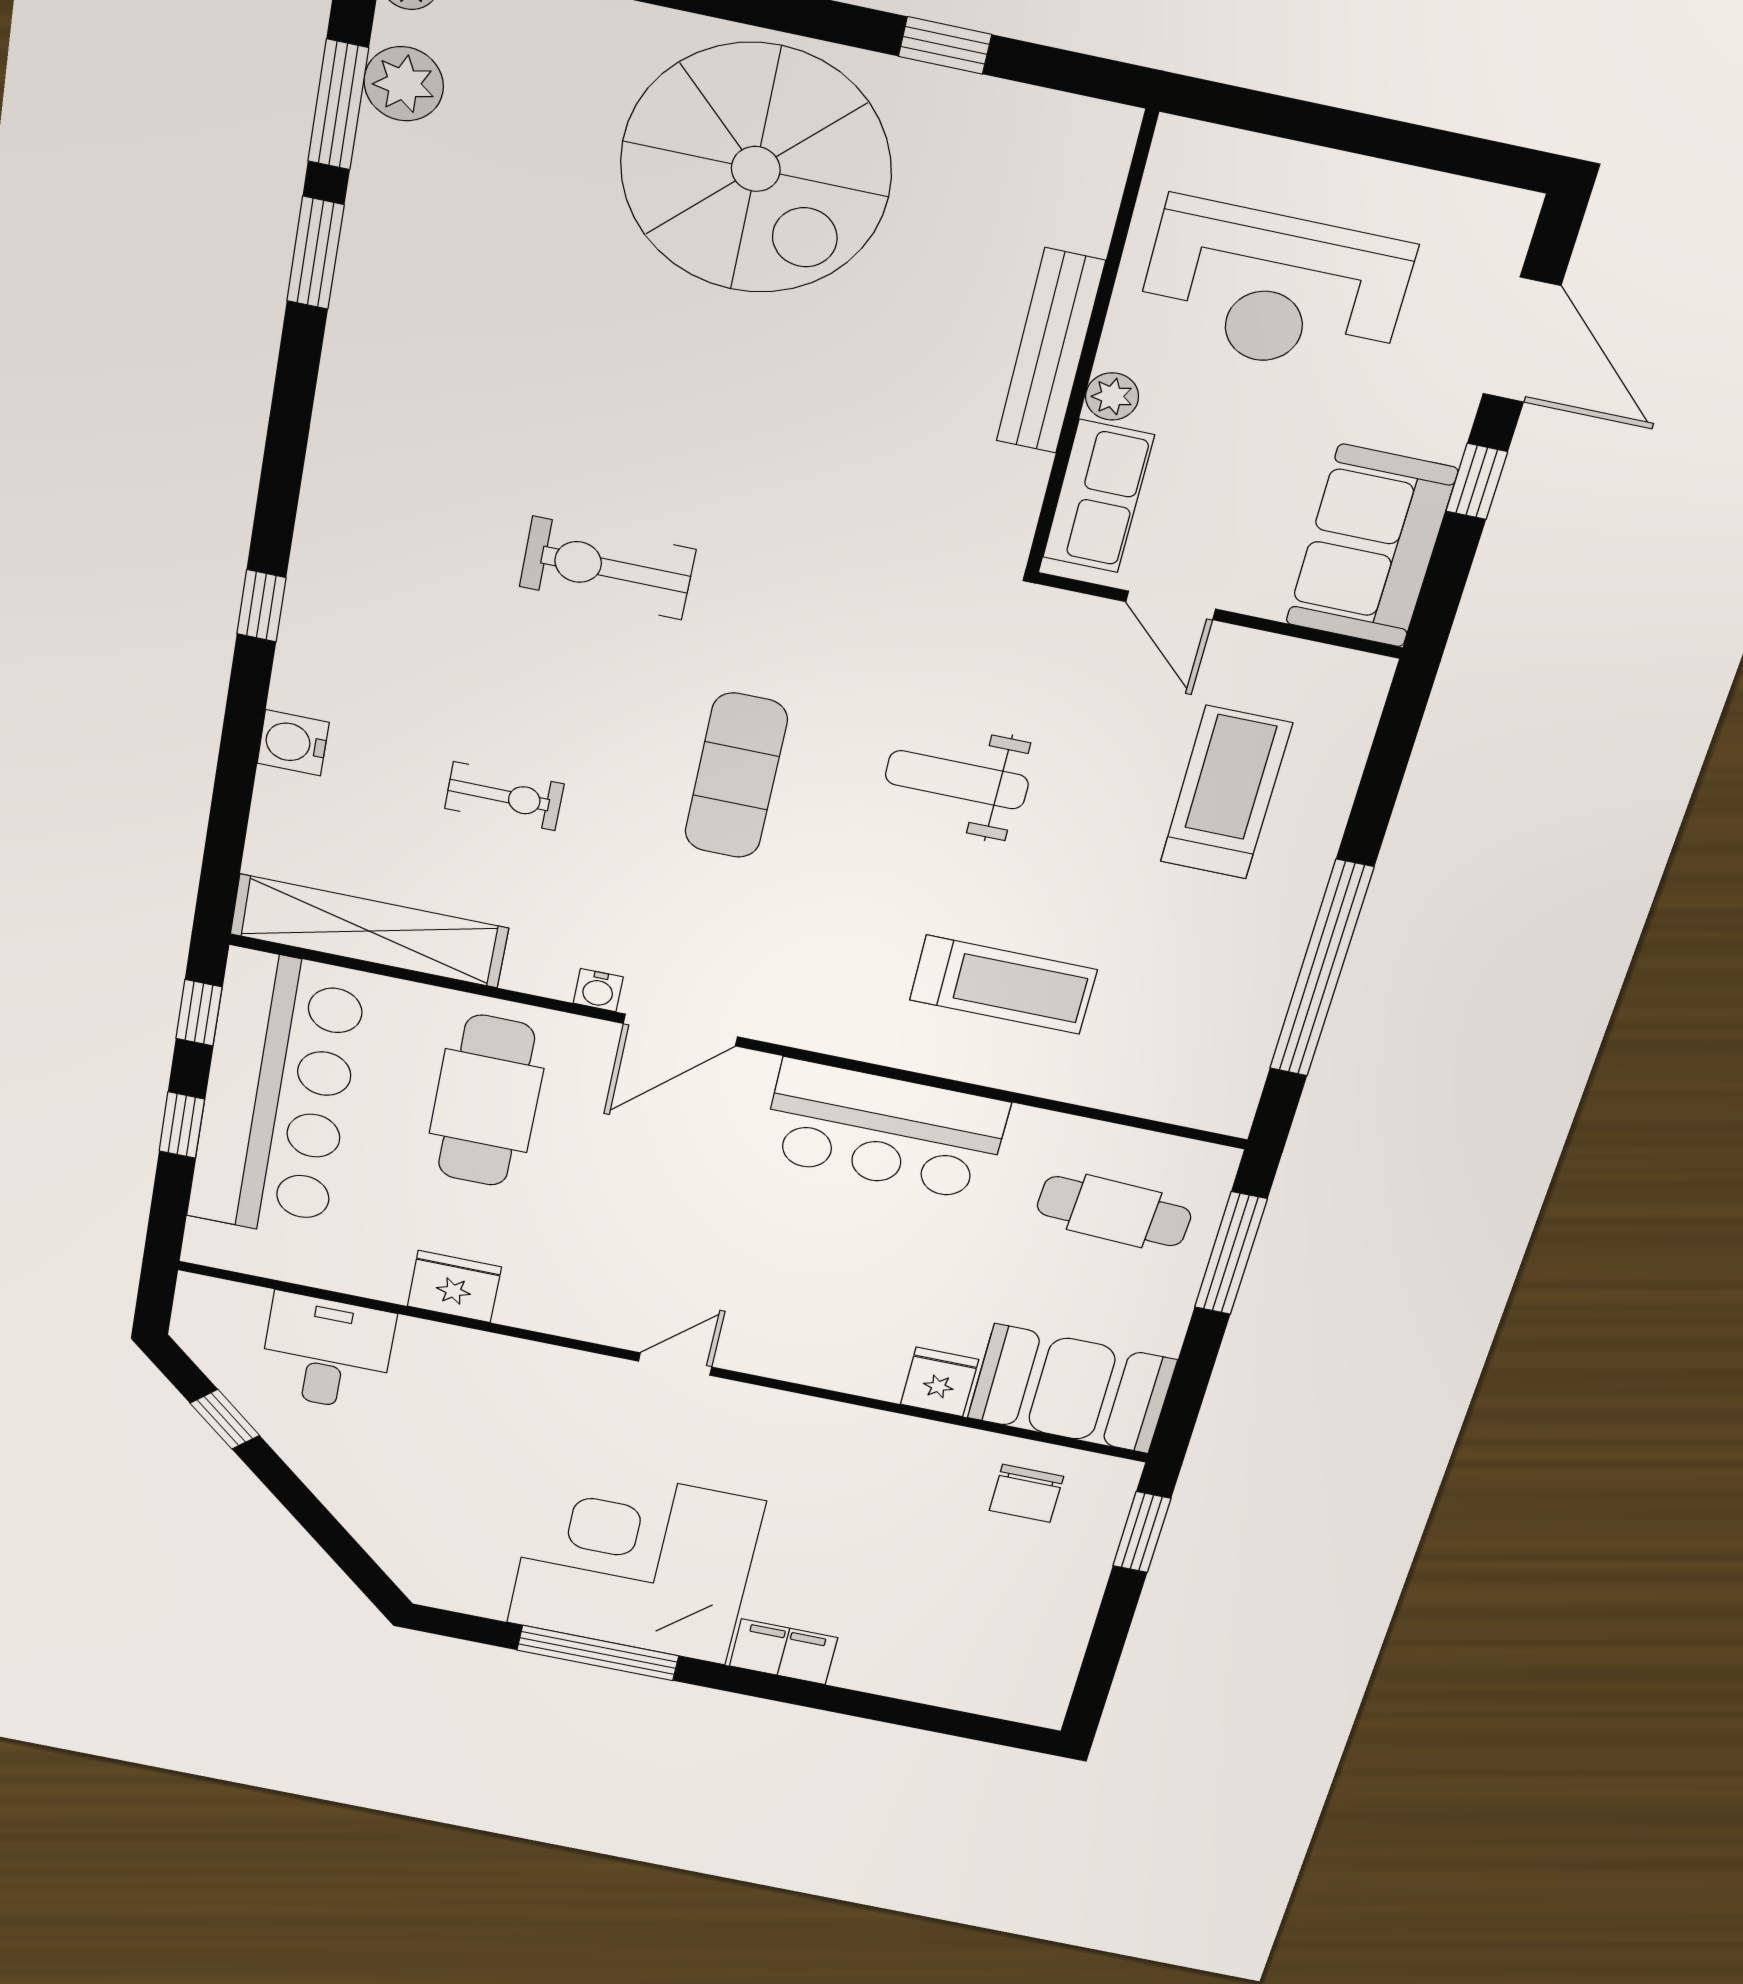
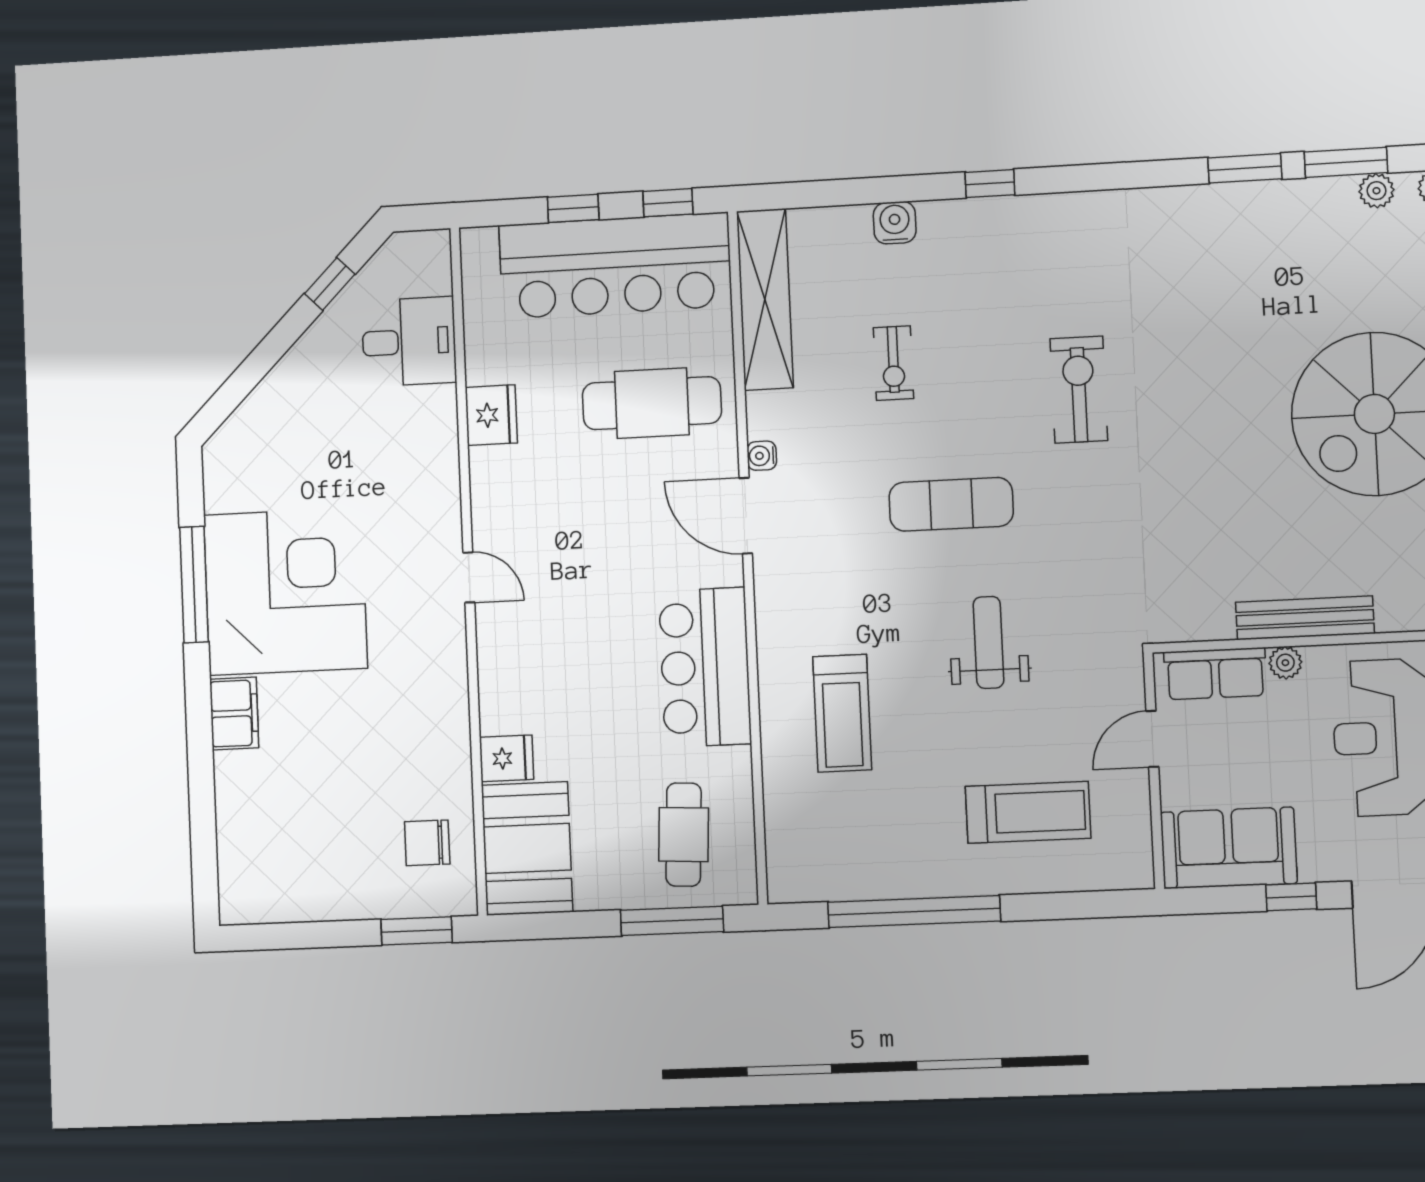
plant: (404, 84) -> (1376, 191), width x0.73, depth x0.73

